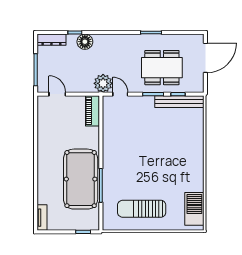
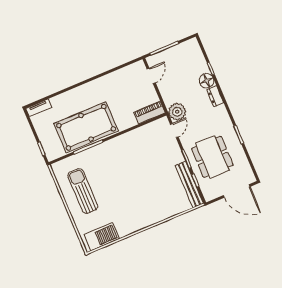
dresser: (51, 40) -> (215, 96), moved, width x0.70

